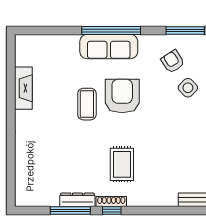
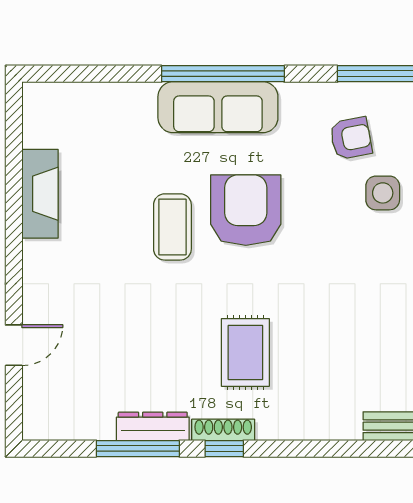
armchair: (173, 61) -> (351, 138), turned 112
side table: (188, 88) -> (383, 193), turned 45
door: (11, 161) -> (14, 345), added

